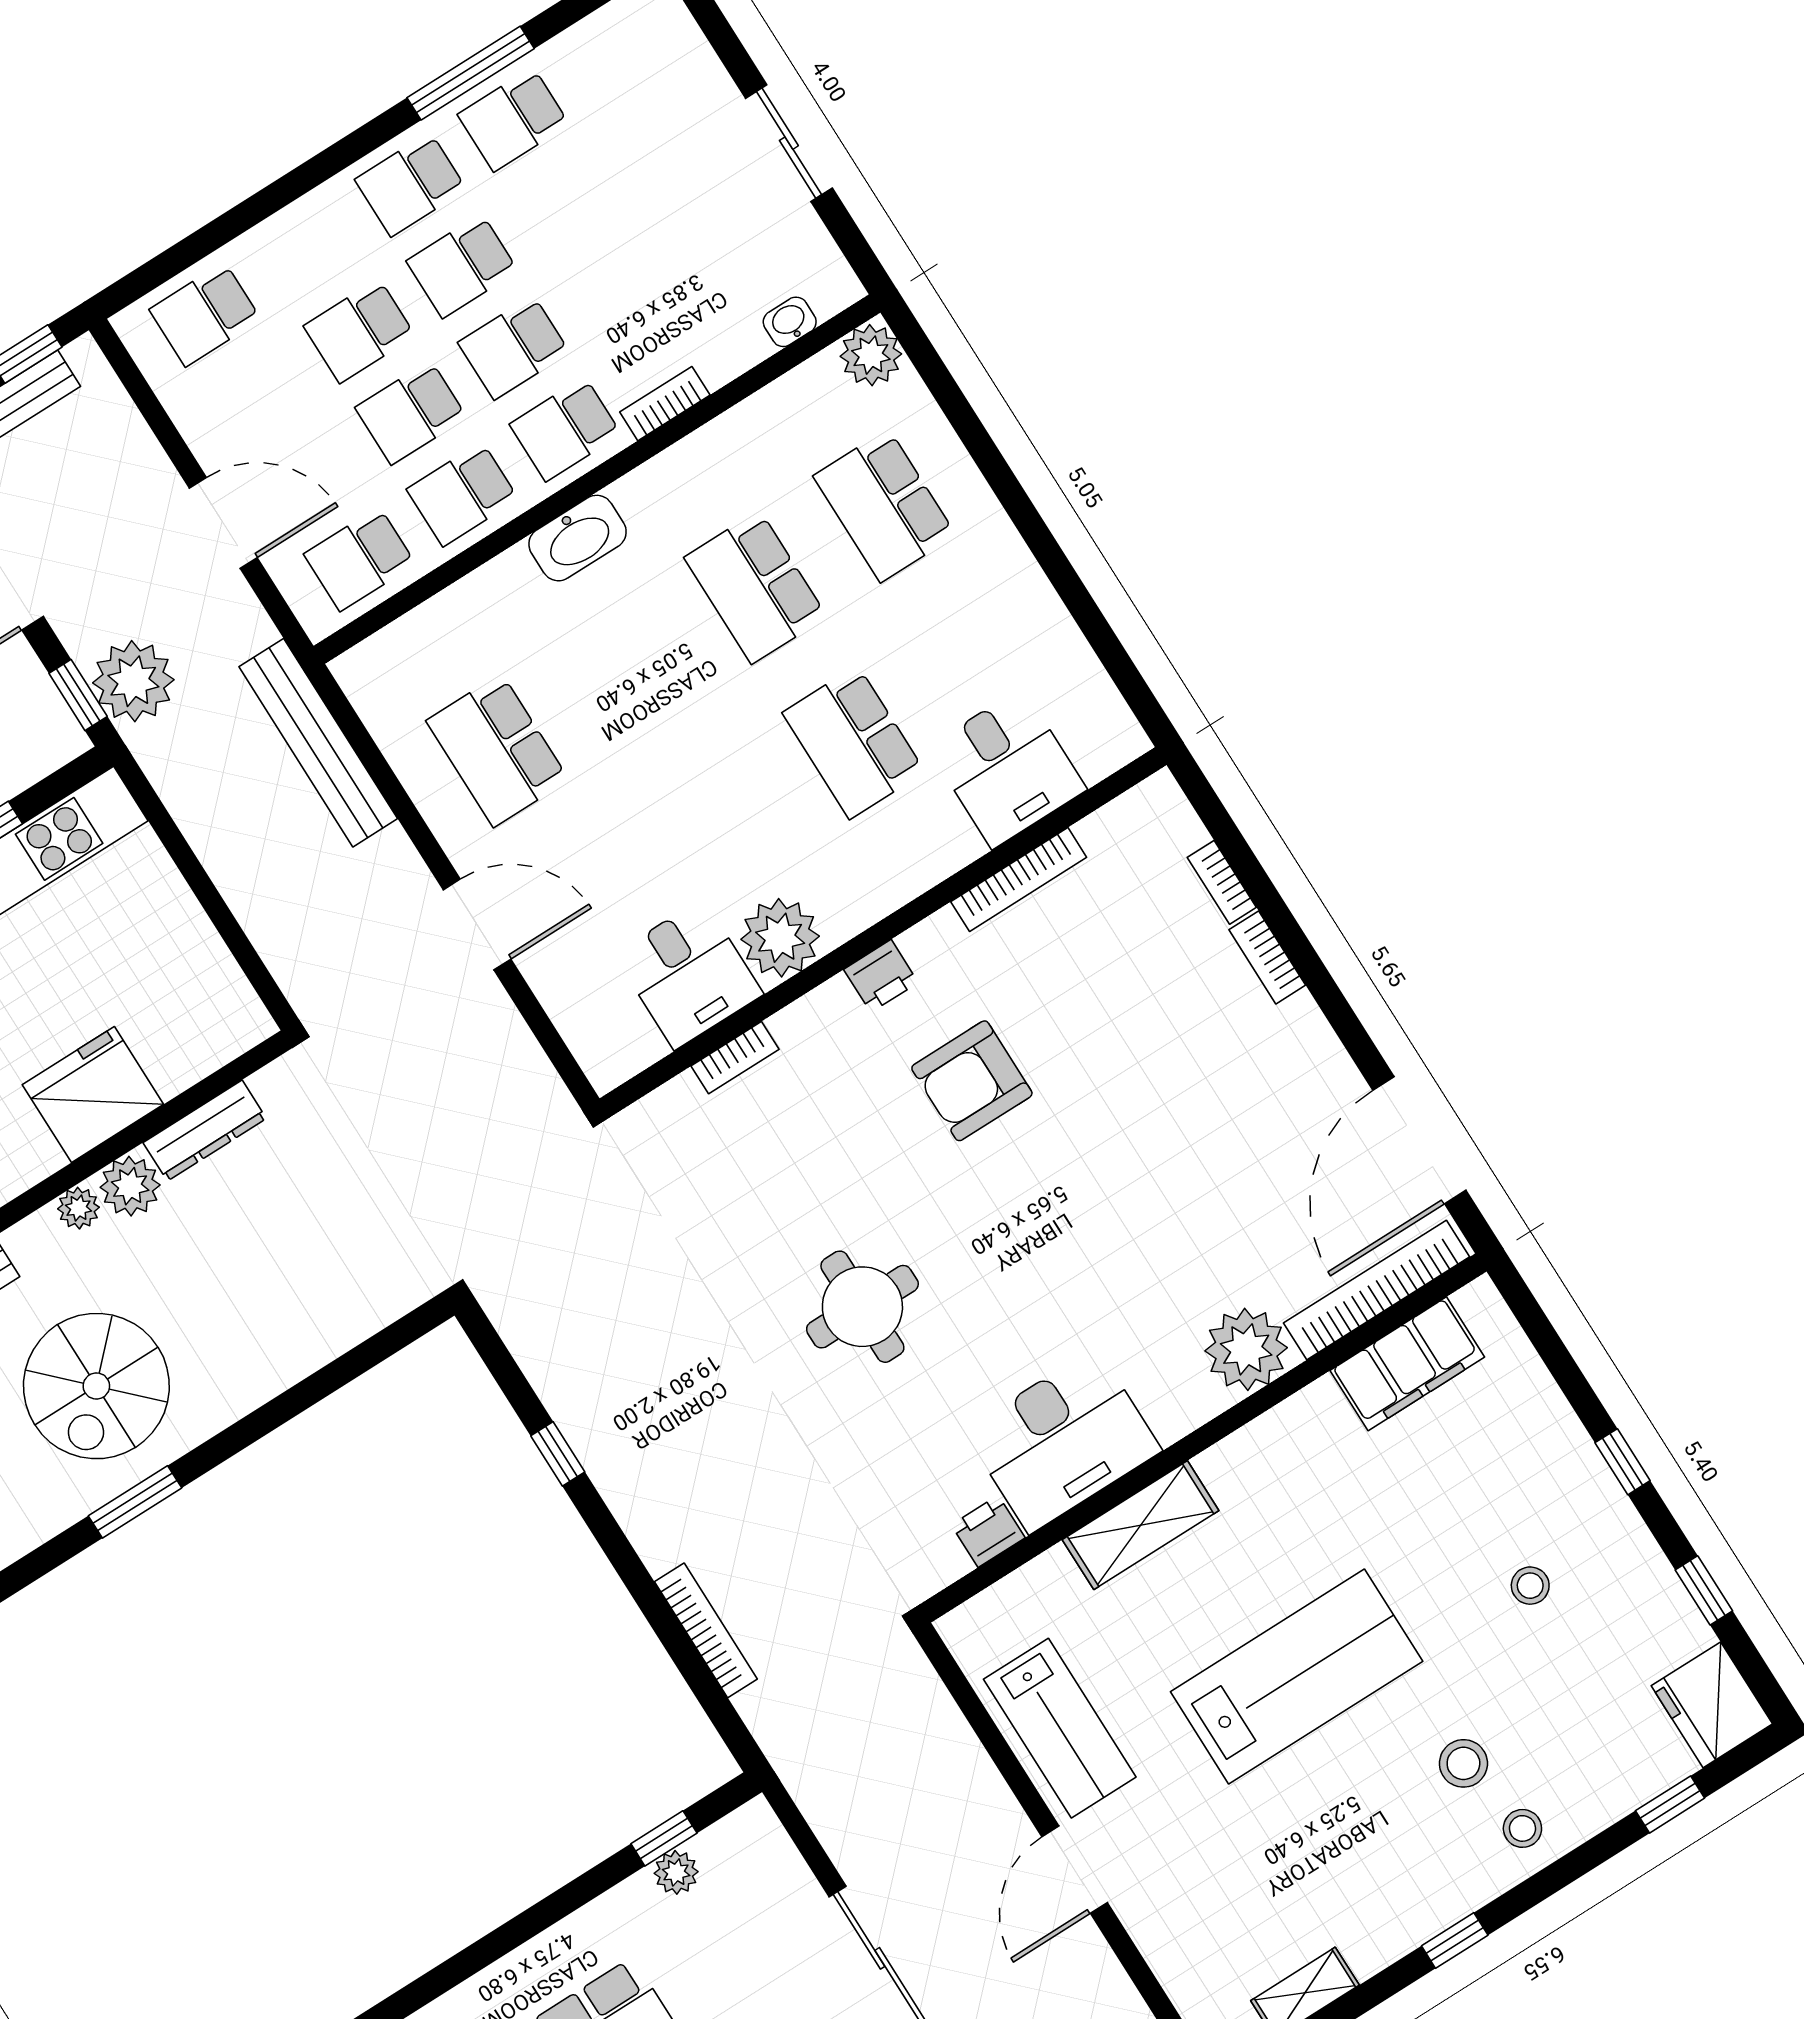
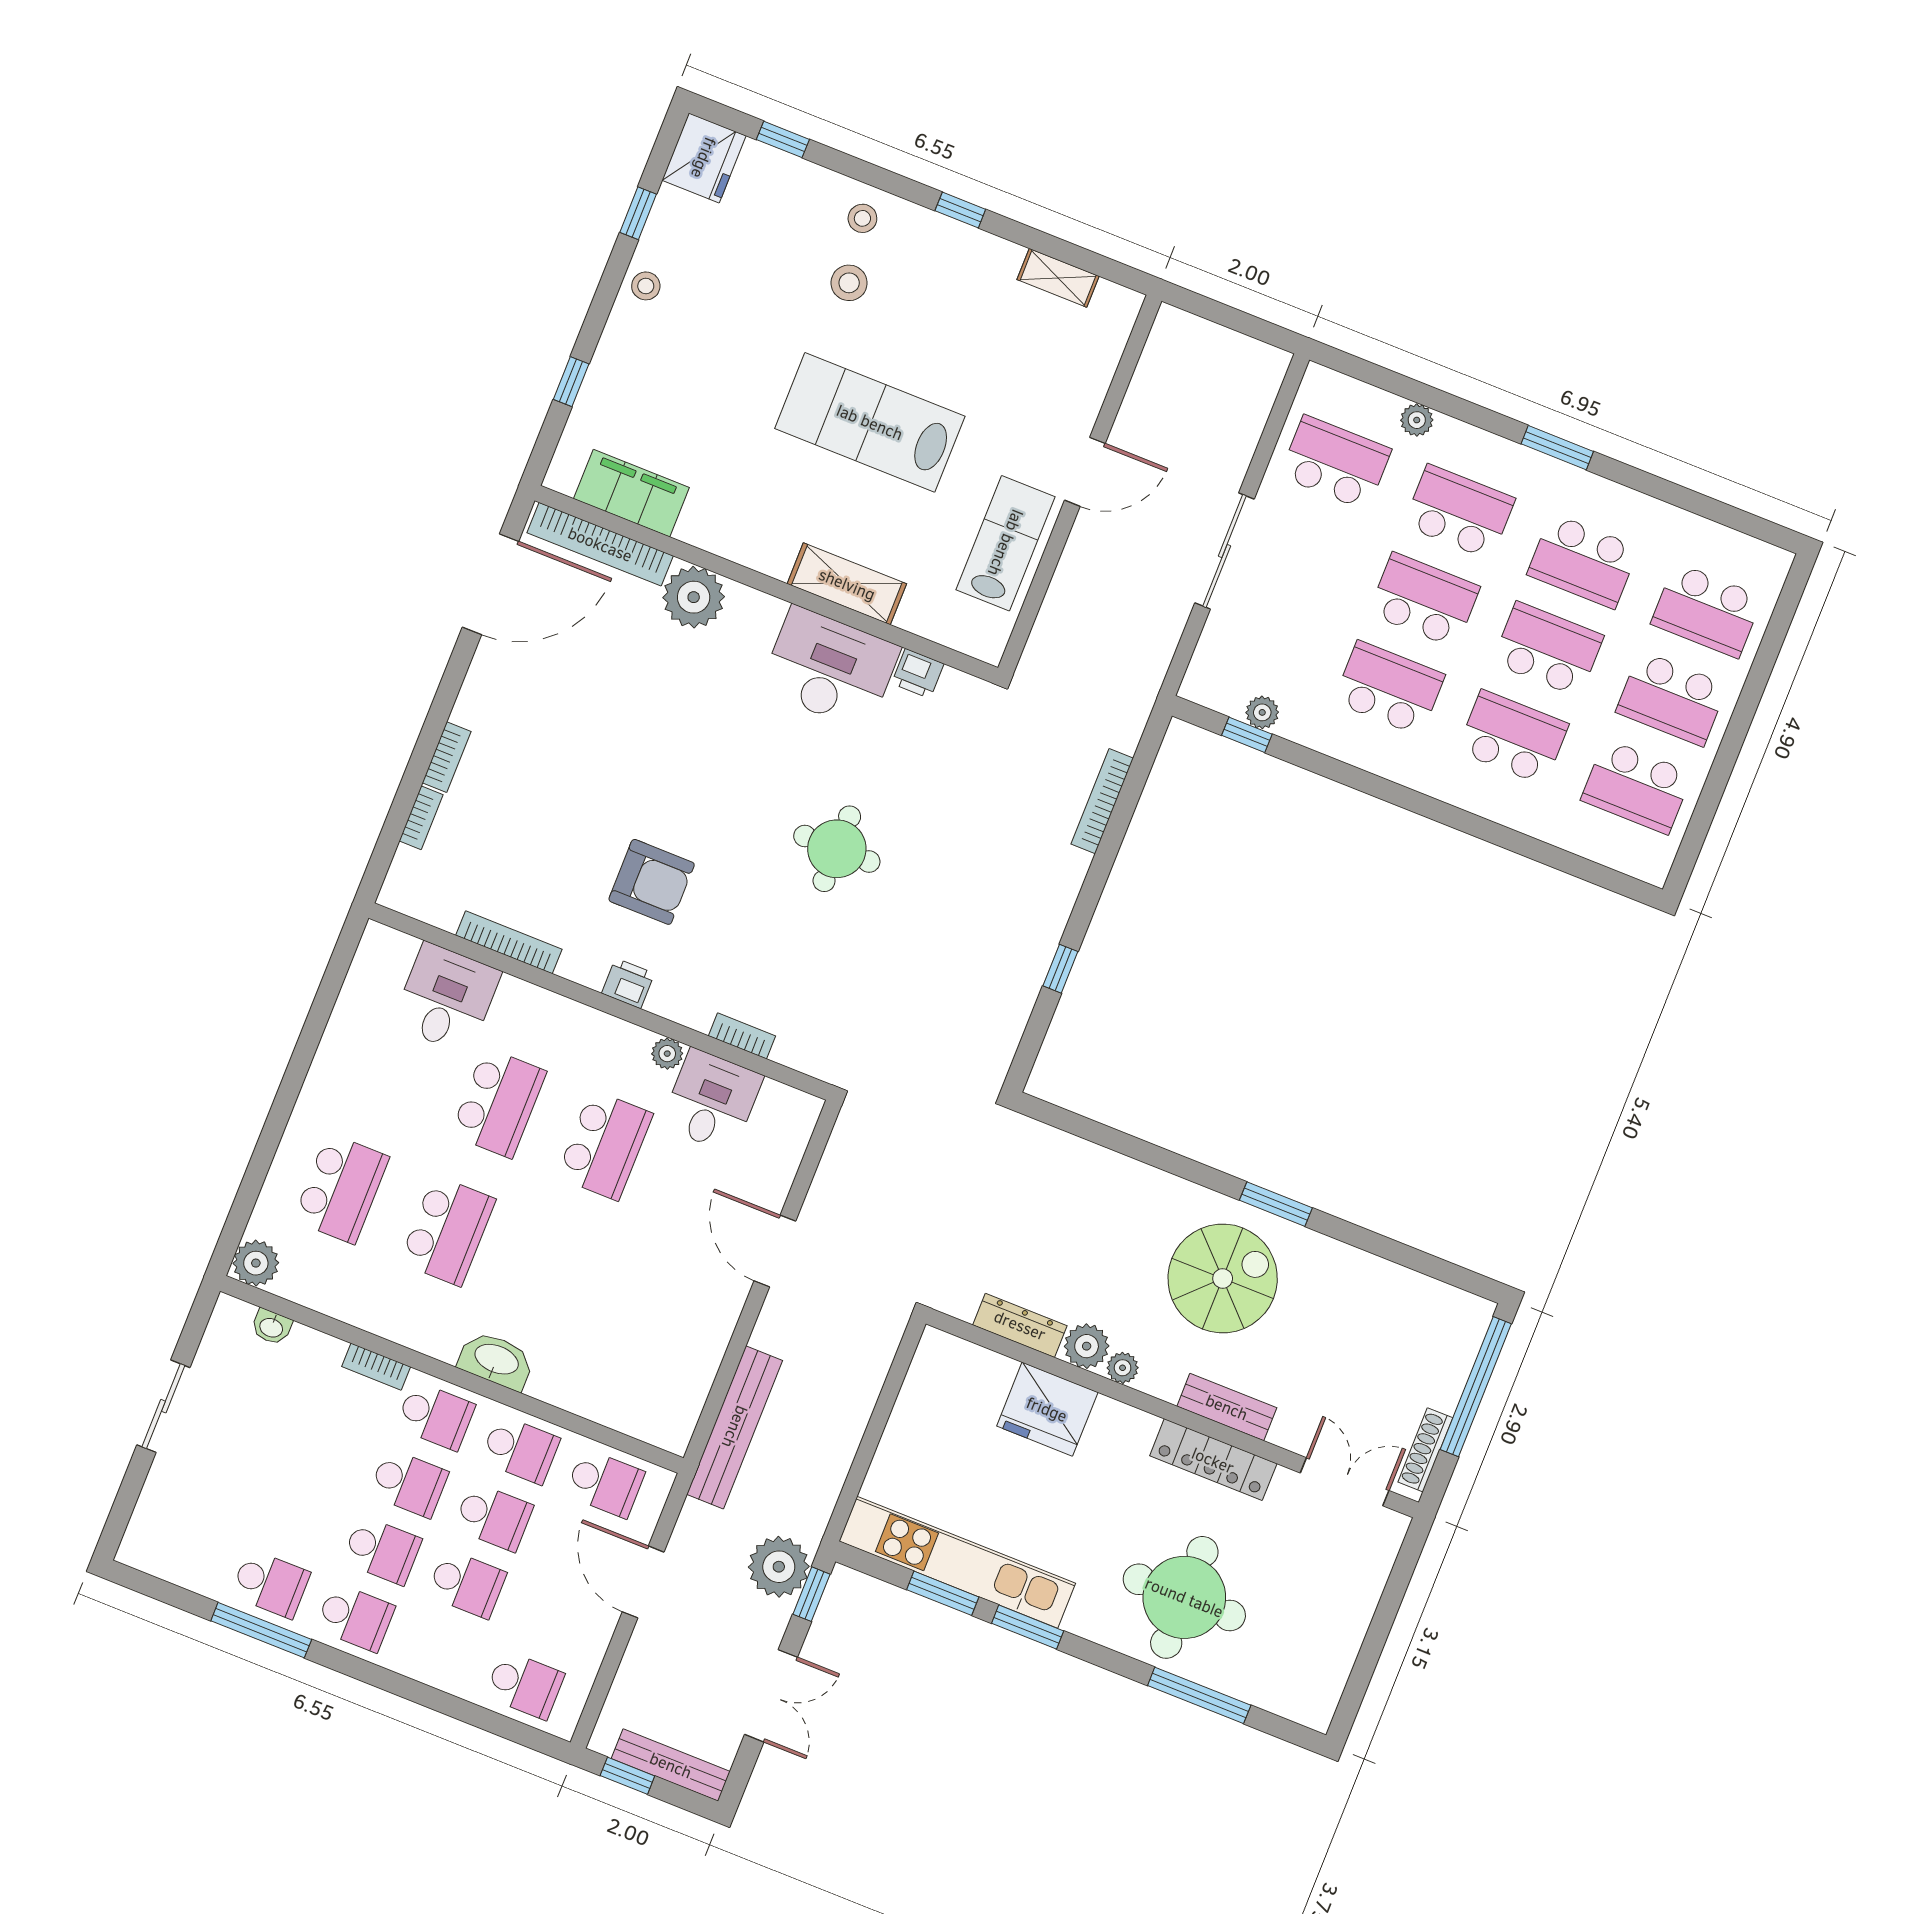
school desk: (497, 750) -> (605, 1145), moved
plant: (780, 938) -> (667, 1054), width x0.53, depth x0.53
window: (1623, 1462) -> (571, 382), moved
stool: (1530, 1586) -> (646, 286), moved

